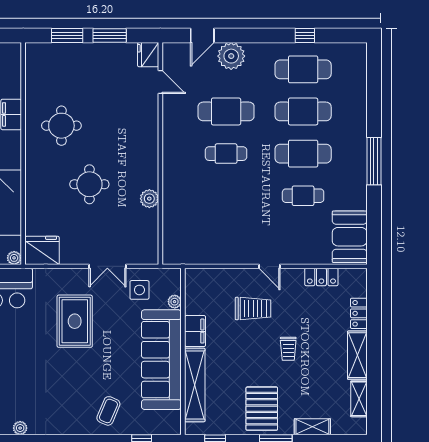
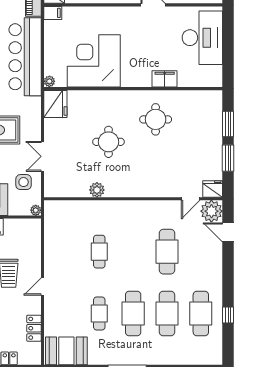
plant: (231, 56) -> (211, 211), moved
cafe table: (226, 154) -> (99, 252), moved
plant: (175, 302) -> (36, 210), moved

